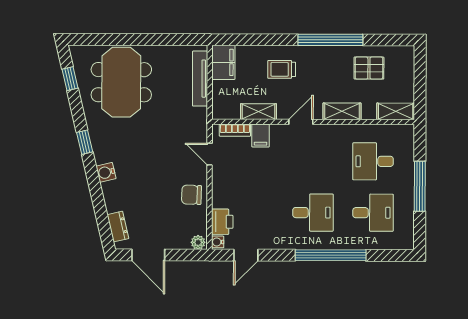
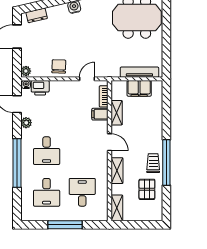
filing cabinet: (223, 62) -> (139, 88), moved
trolley: (282, 69) -> (153, 163), moved
plant: (273, 242) -> (26, 123), added

